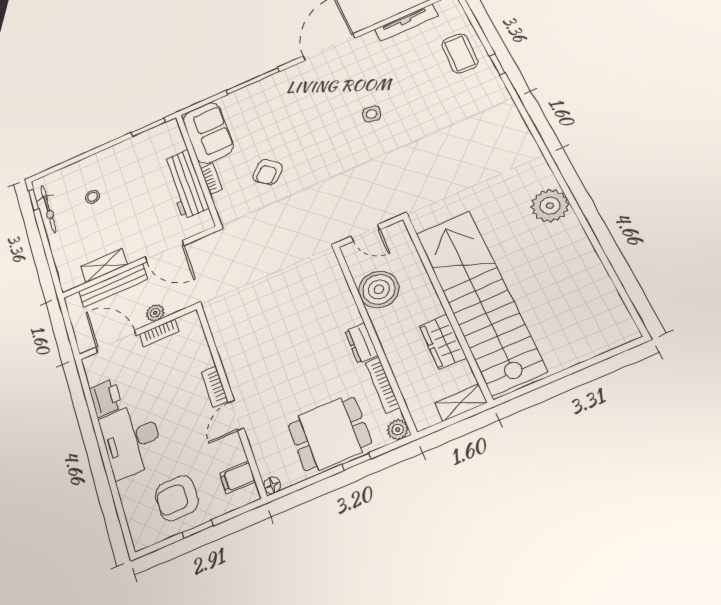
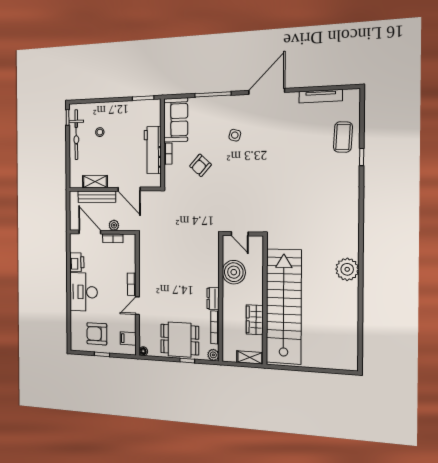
side table: (372, 114) -> (235, 135), moved
bicycle: (48, 209) -> (76, 135), width x1.37, depth x1.40

